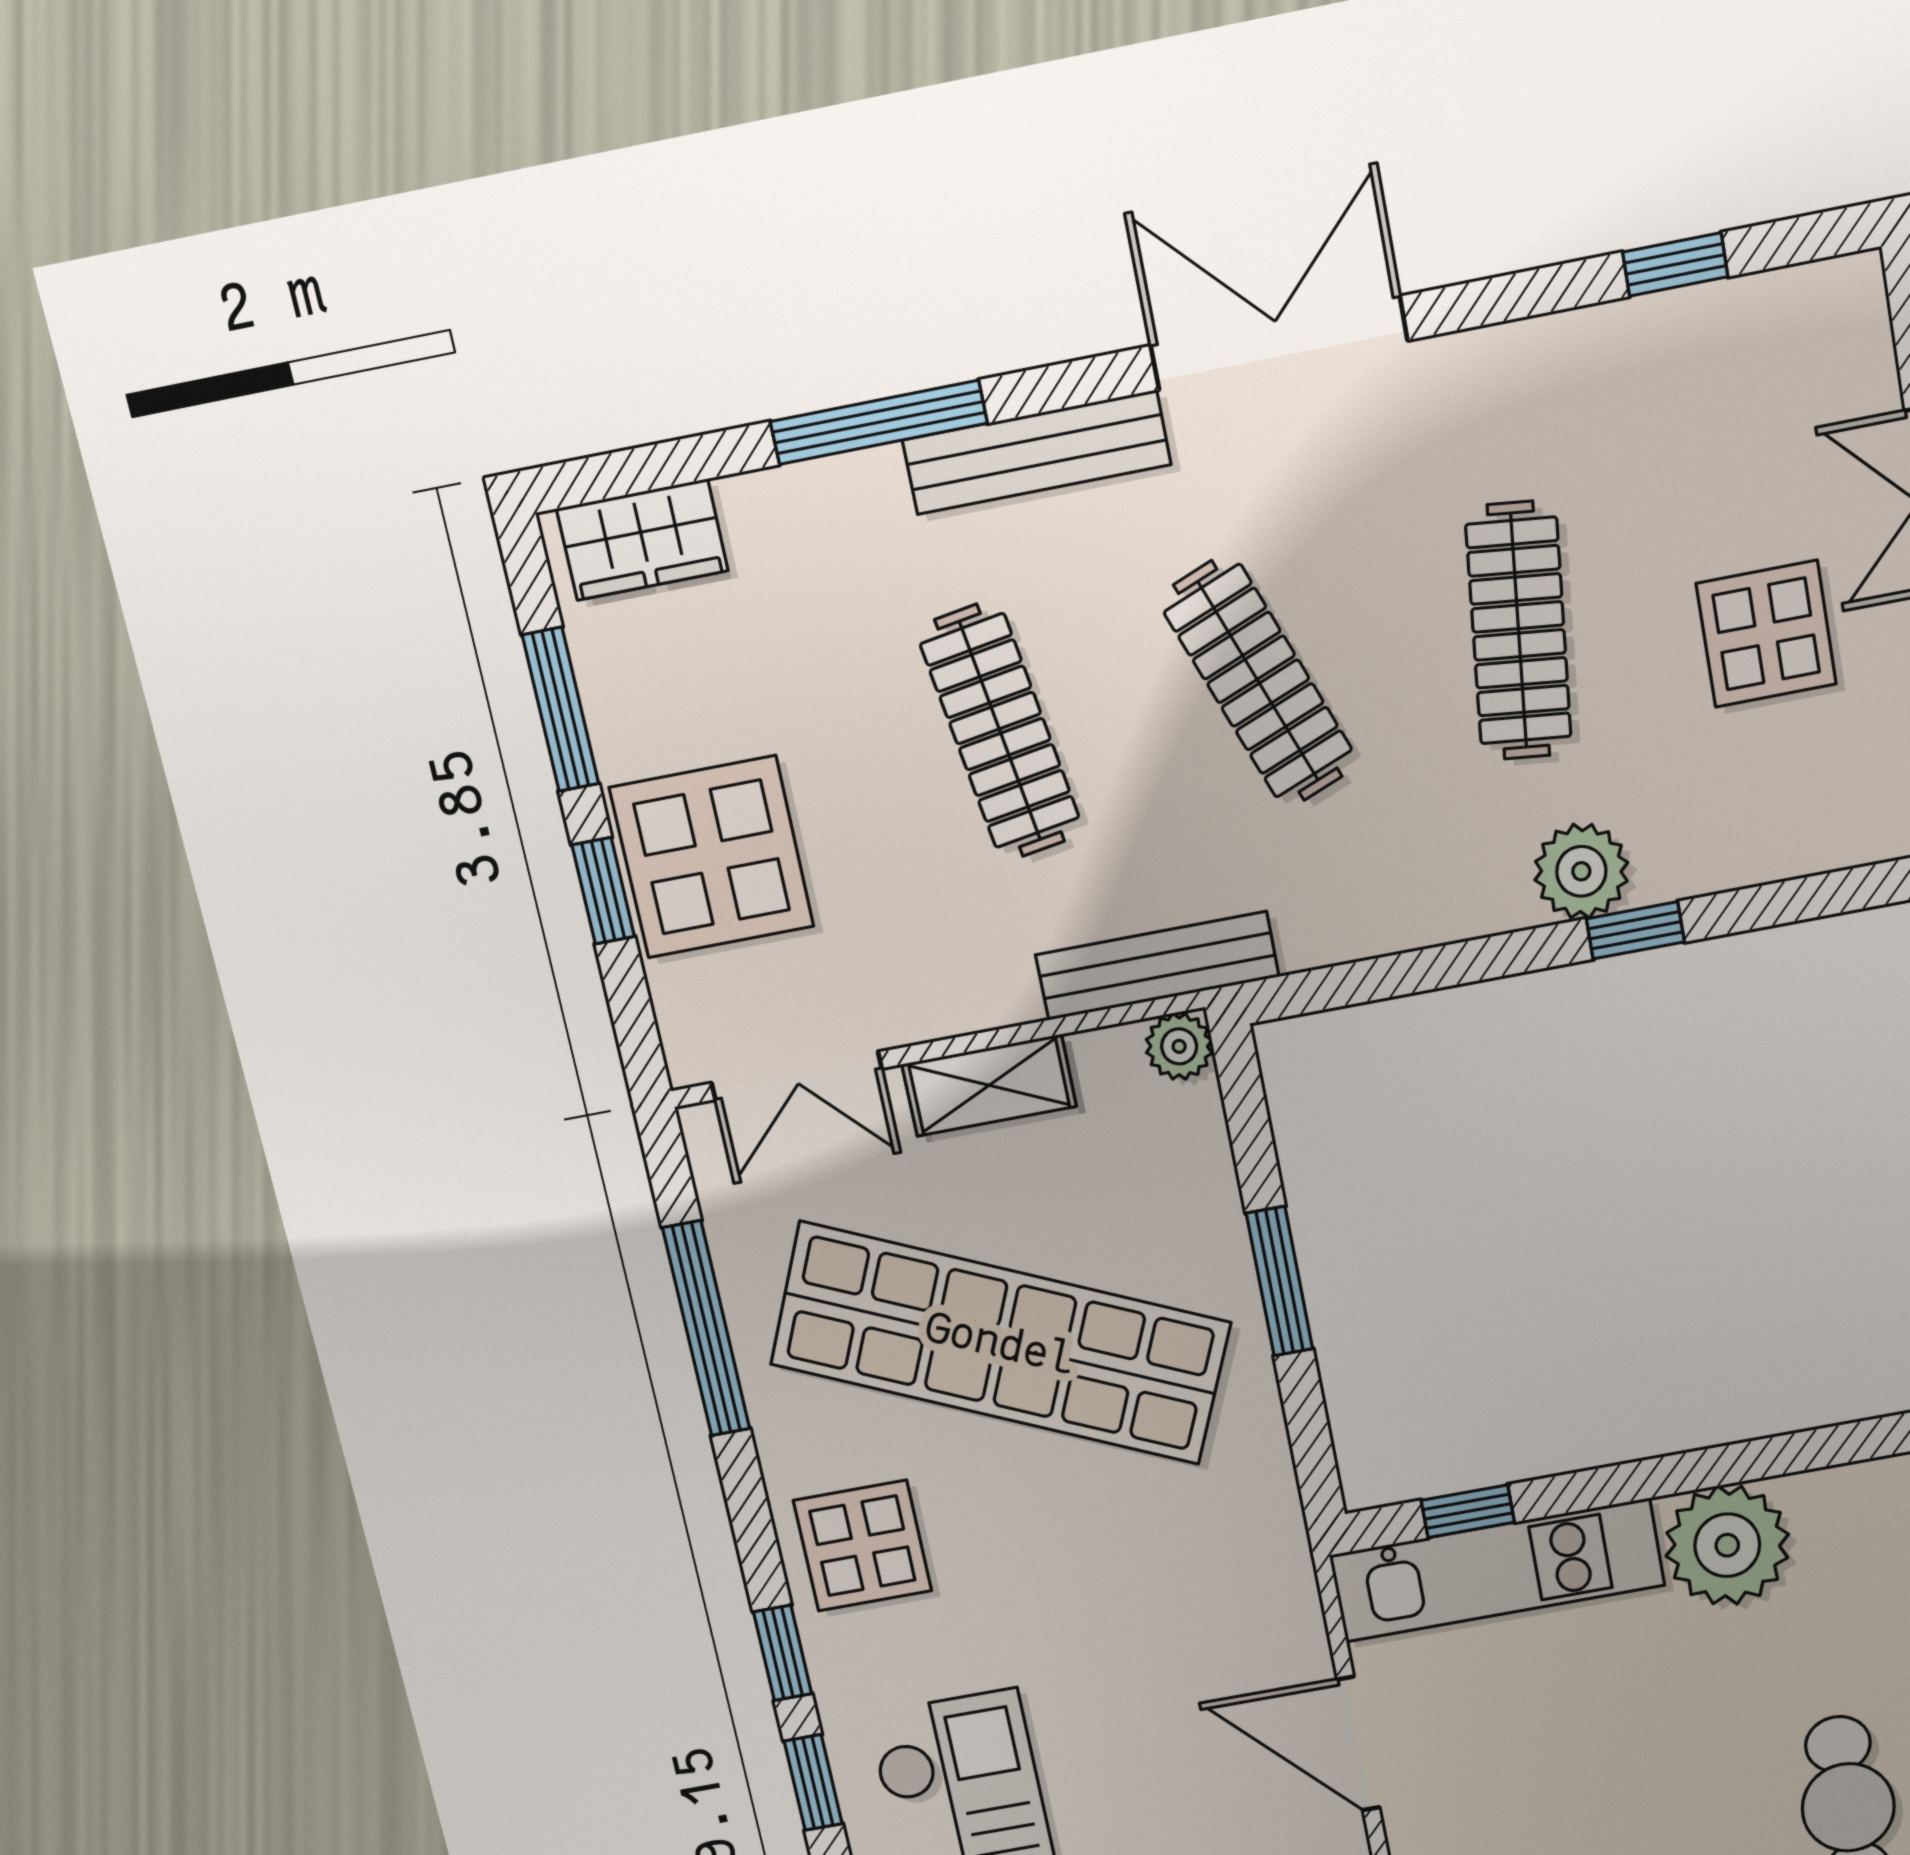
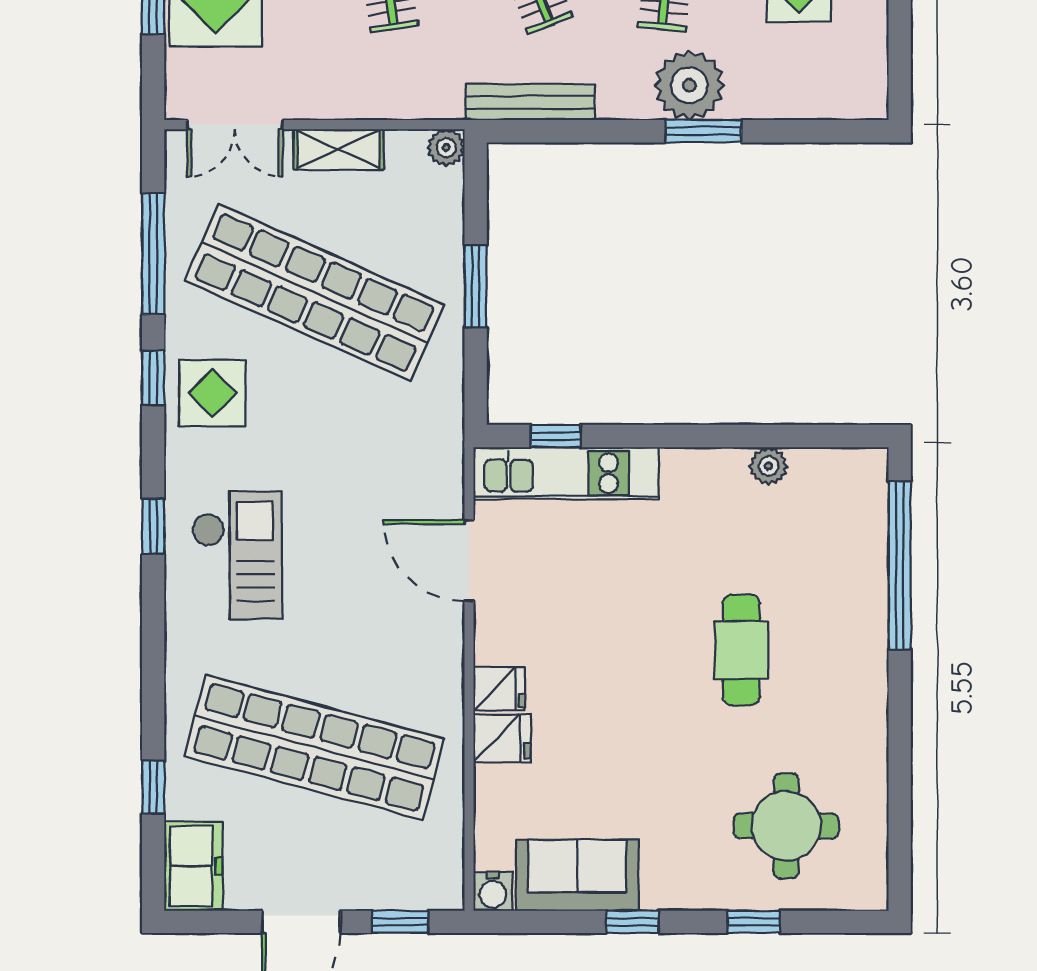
plant: (1581, 871) -> (689, 85), width x1.36, depth x1.36
window: (1635, 930) -> (704, 131), width x1.50
bench: (1157, 966) -> (530, 102), moved
plant: (1727, 1545) -> (769, 466), moved, width x0.53, depth x0.53
window: (783, 1653) -> (153, 378), moved

